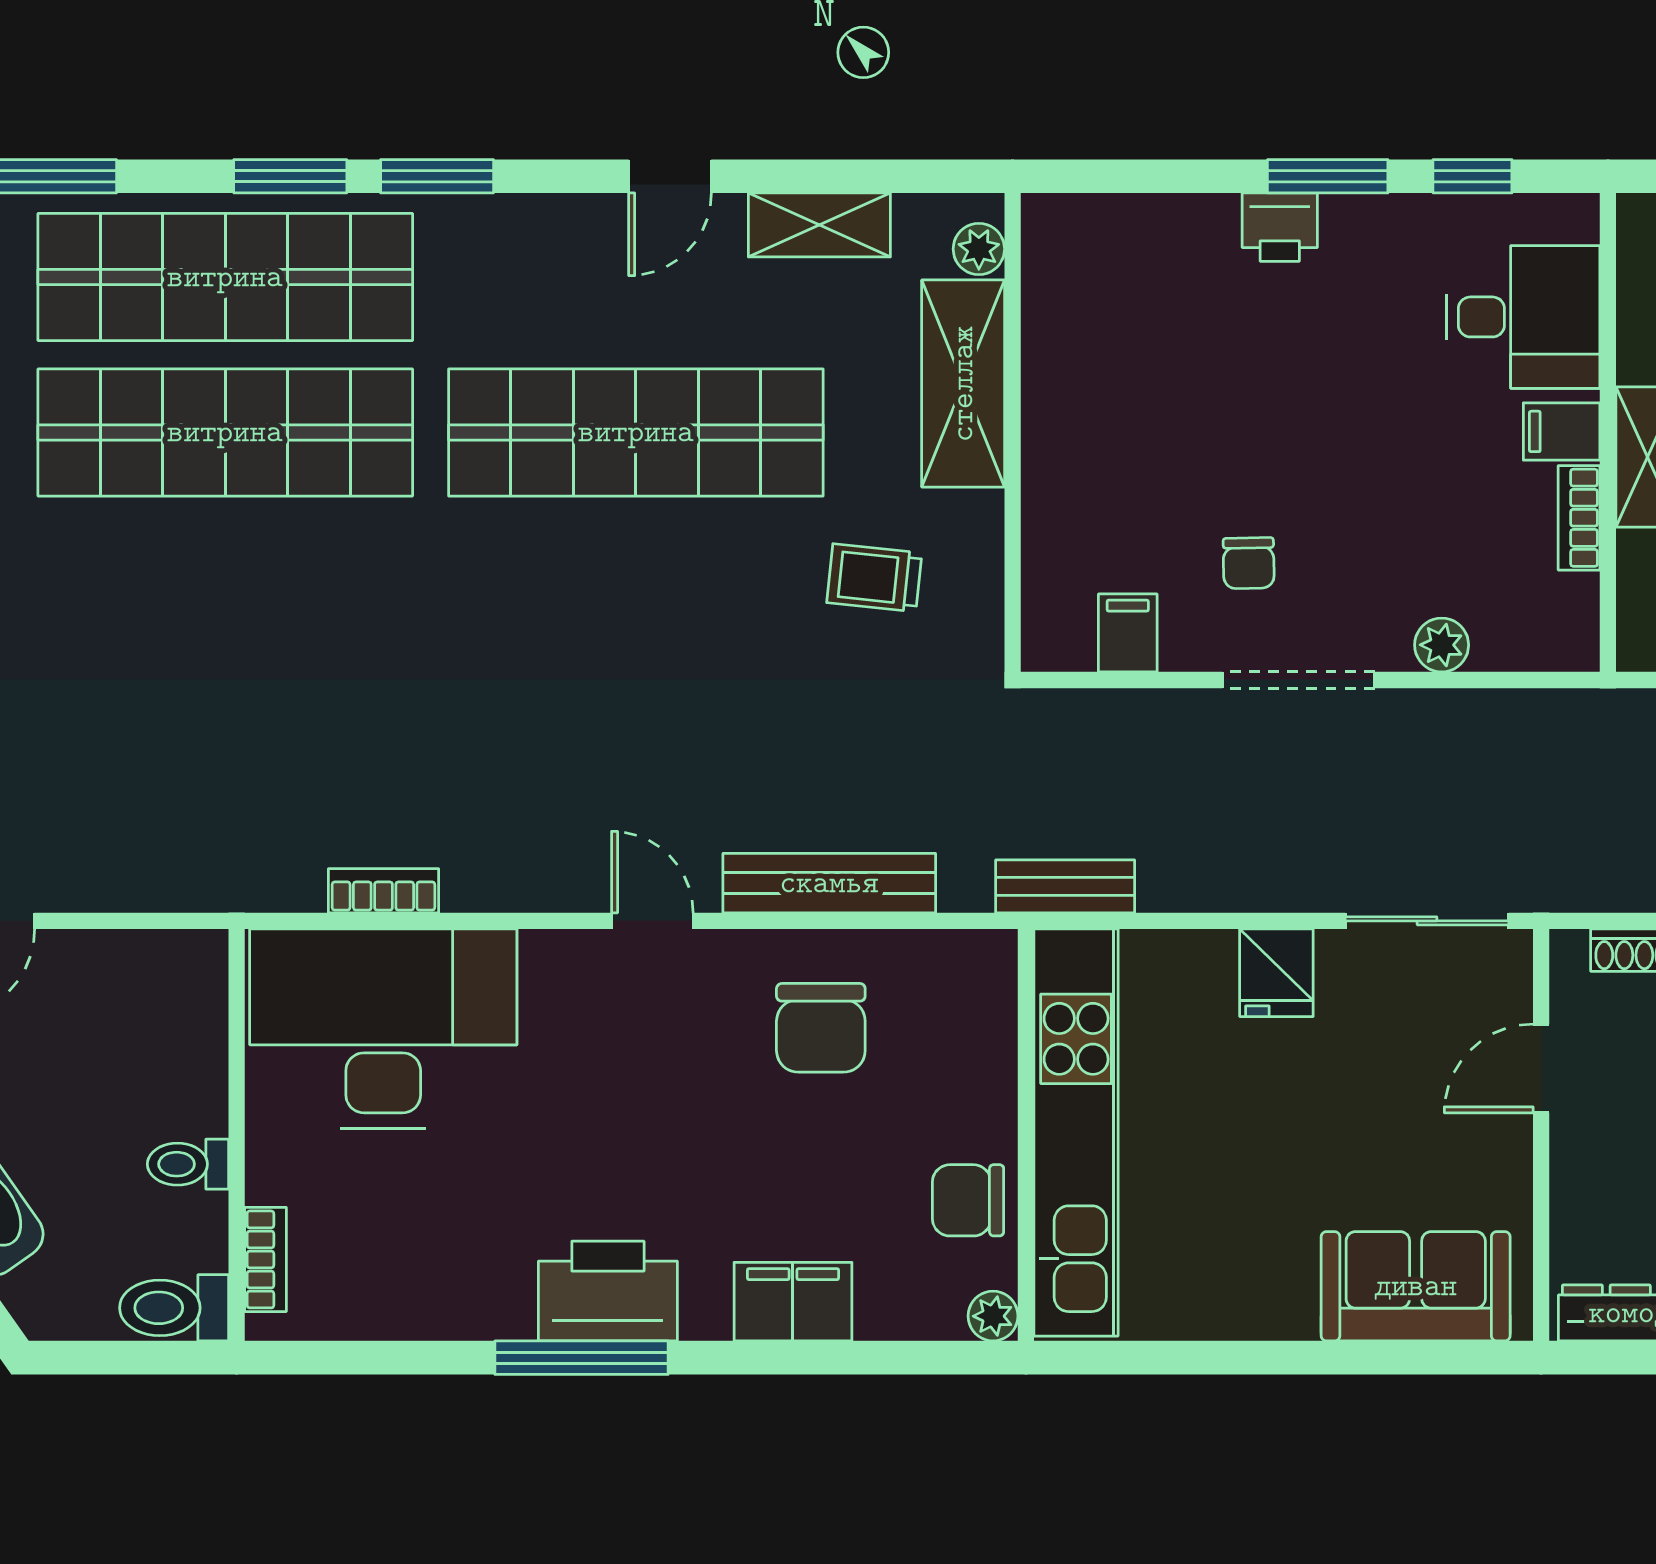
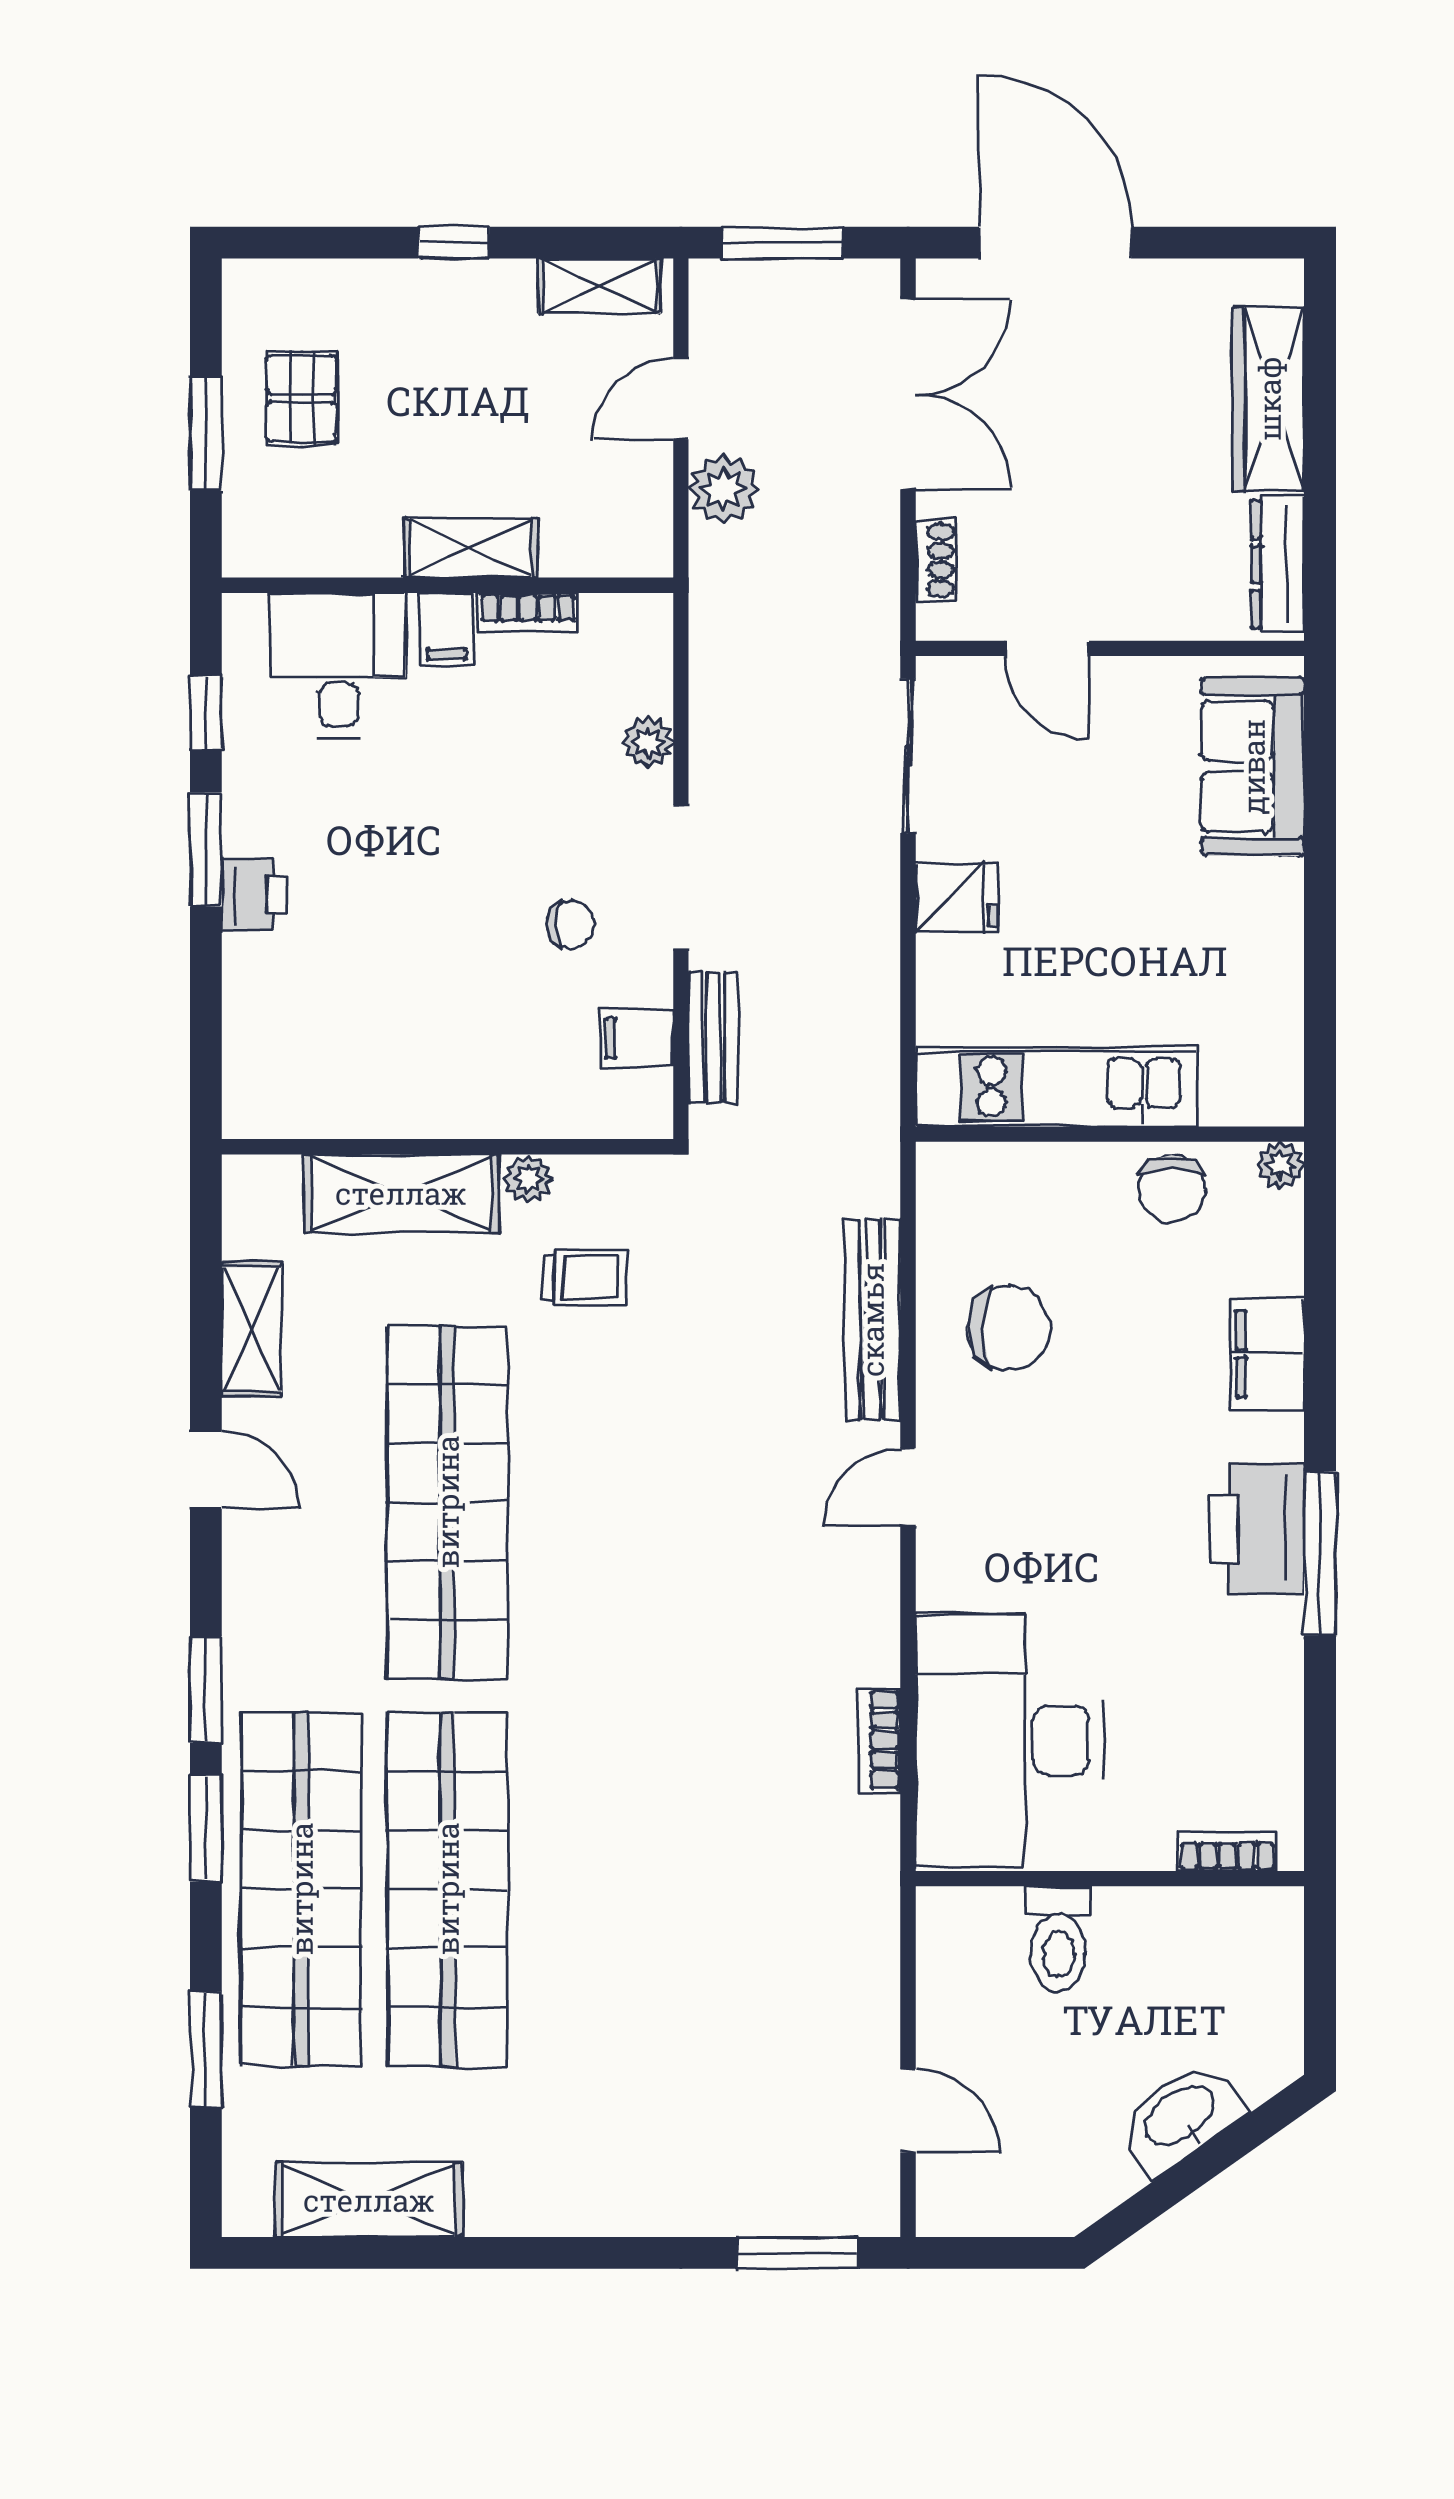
plant: (979, 249) -> (528, 1179), moved
trolley: (874, 578) -> (585, 1277), turned -96
bench: (1065, 886) -> (713, 1037), moved
kitchen unit: (1076, 1132) -> (1056, 1087), width x0.73
toilet: (188, 1164) -> (1058, 1939), moved, width x1.37, depth x1.39
toilet: (174, 1308) -> (1273, 1938), removed

